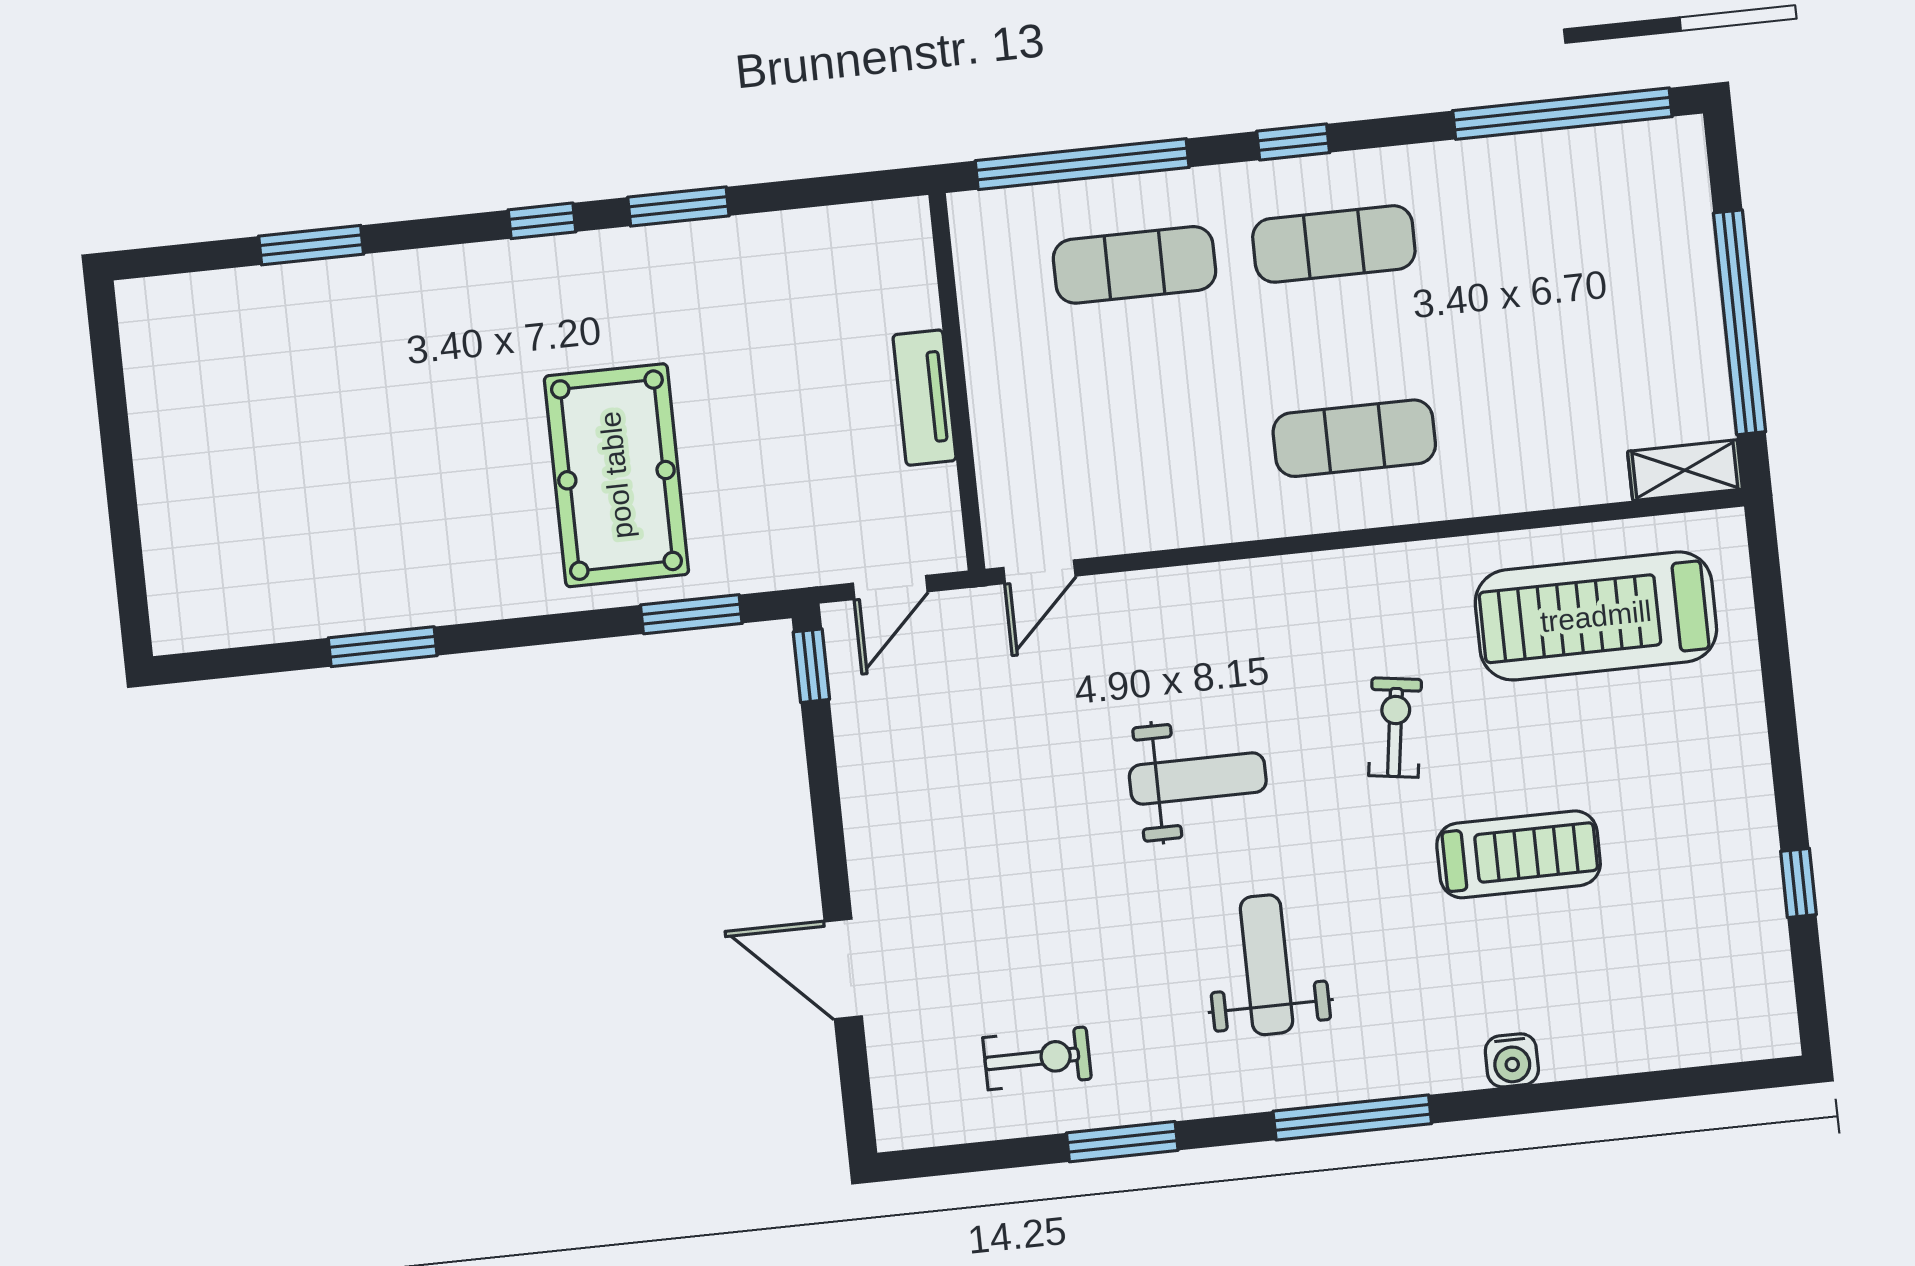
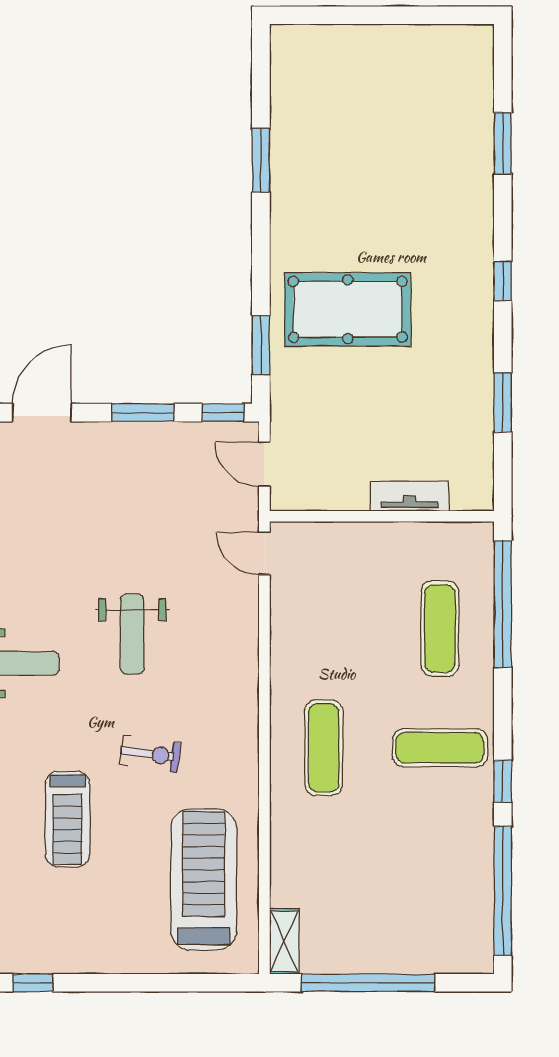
window: (1293, 142) -> (503, 781), moved
window: (678, 207) -> (503, 402), moved
exercise mat: (1334, 244) -> (440, 748), turned 90
tv unit: (924, 398) -> (409, 496), moved
window: (825, 800) -> (143, 413), added

